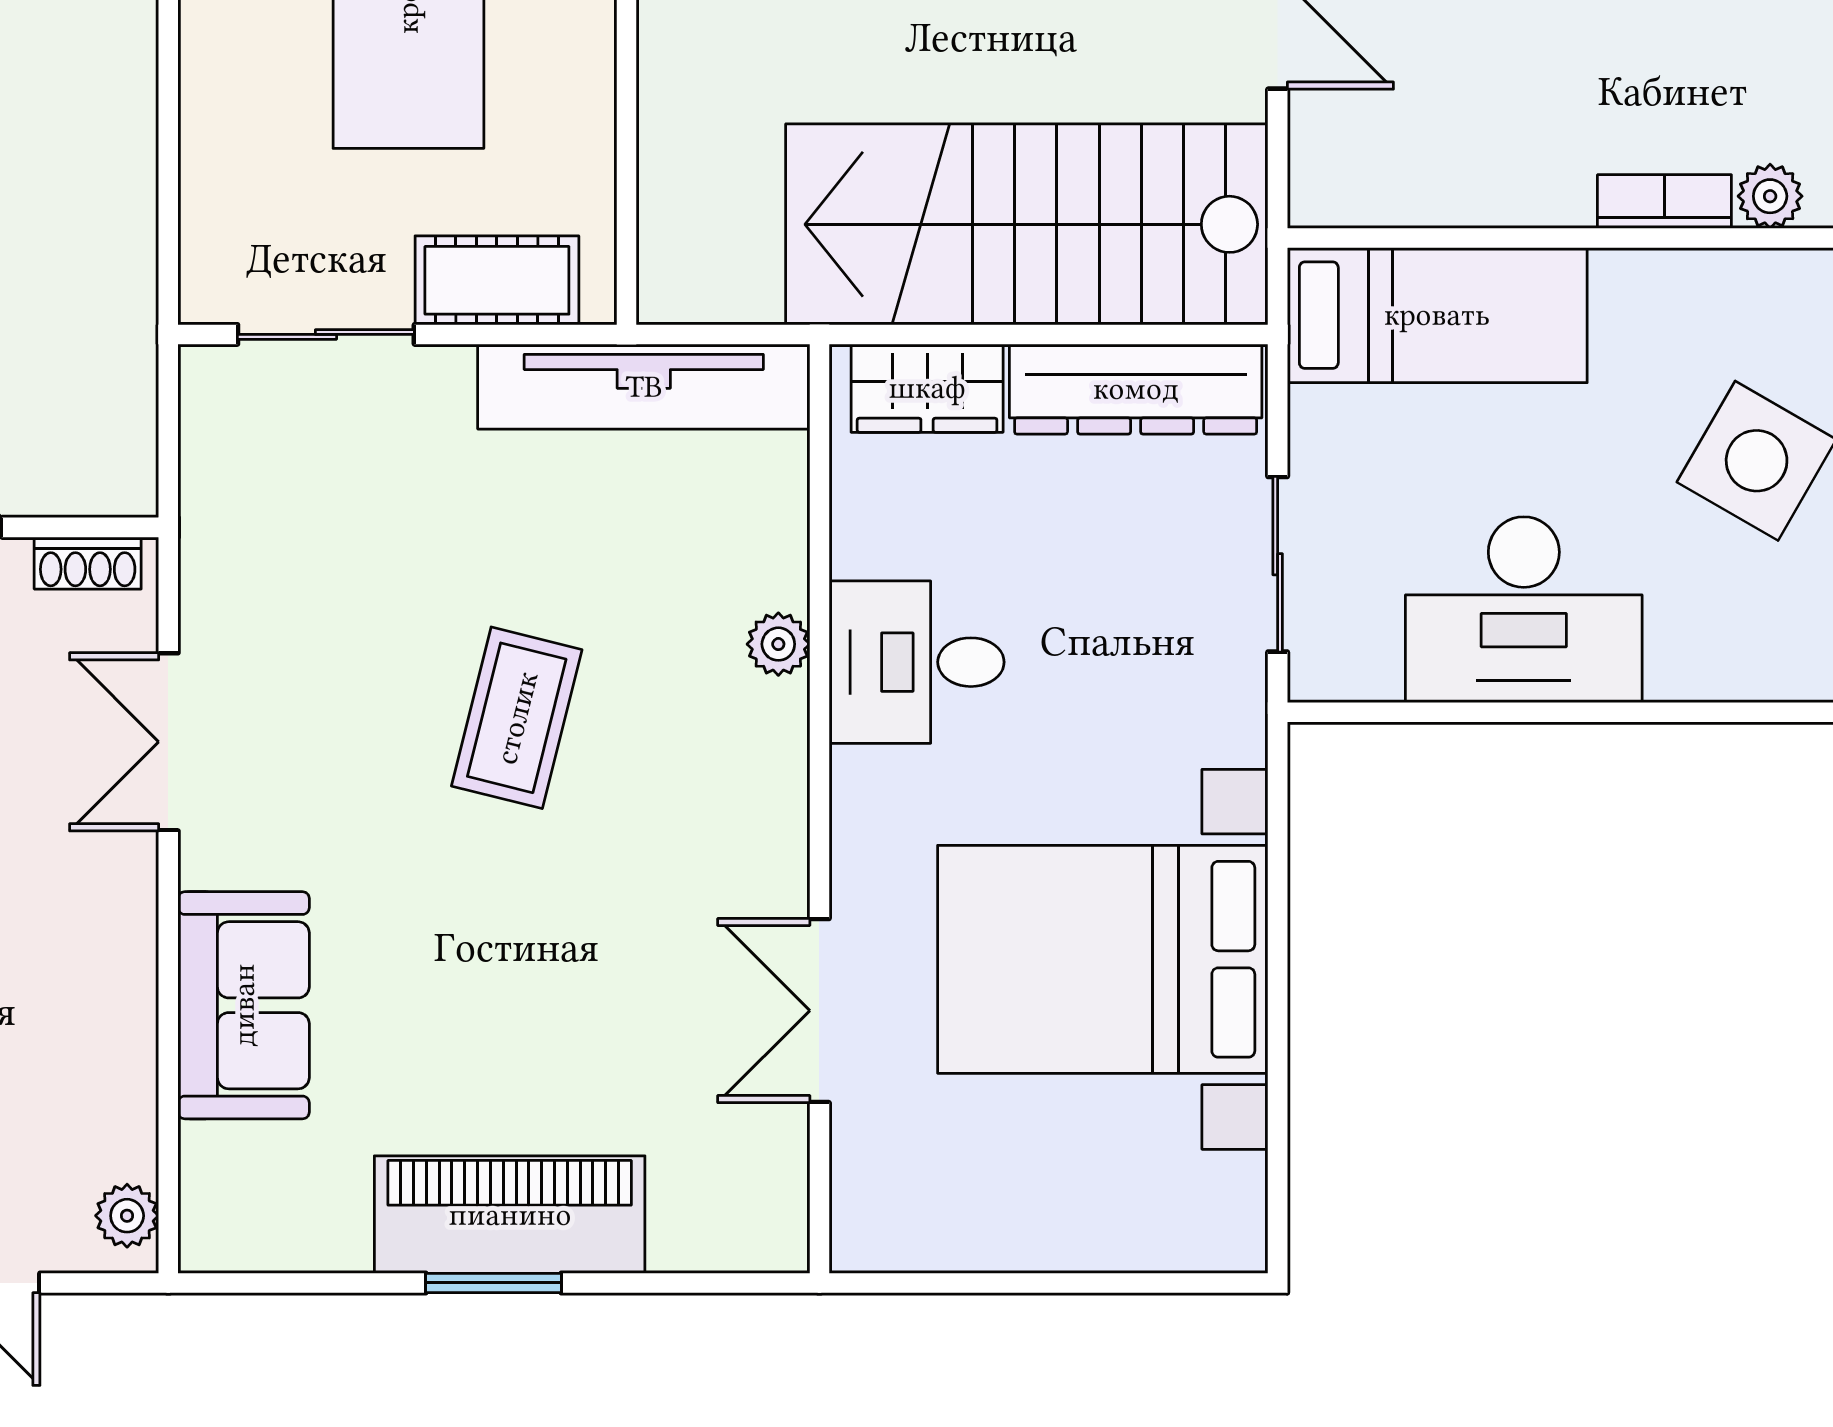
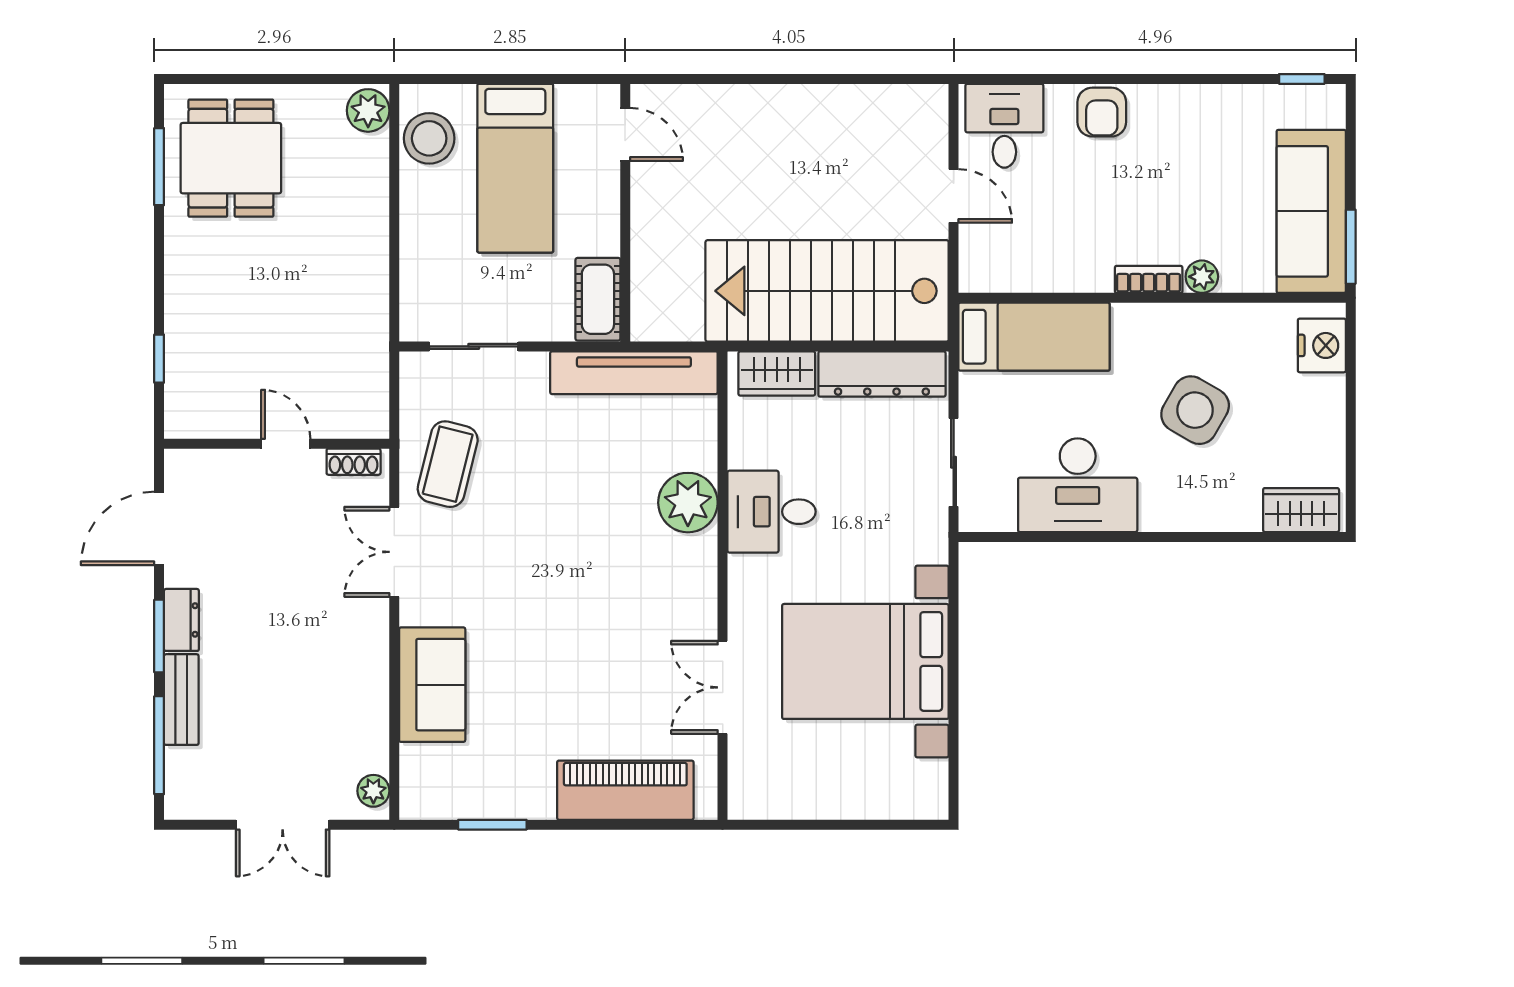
cot: (497, 280) -> (598, 299), moved, turned 90
plant: (778, 644) -> (688, 503), width x1.88, depth x1.88
coffee table: (517, 718) -> (448, 464), moved
piano: (510, 1215) -> (625, 790), moved
window: (493, 1283) -> (492, 825), moved

